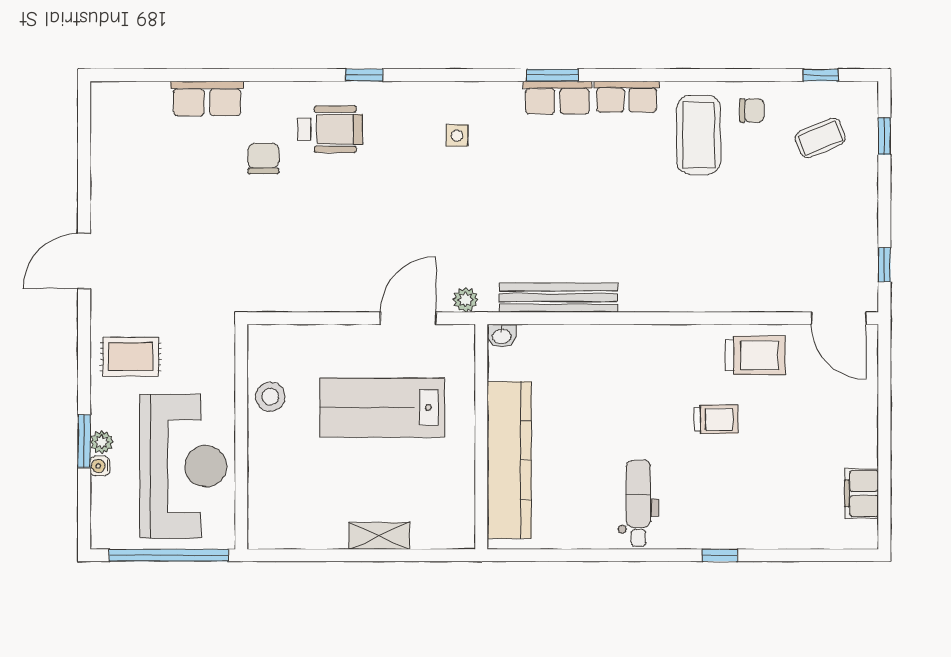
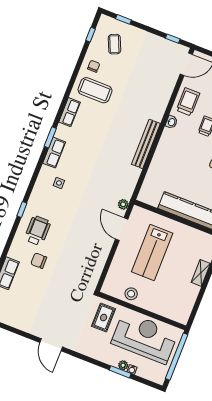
row of seats: (557, 98) -> (54, 153), moved
bench: (558, 298) -> (146, 144), moved
washbasin: (502, 336) -> (171, 122), moved
rug: (131, 357) -> (104, 318), moved

